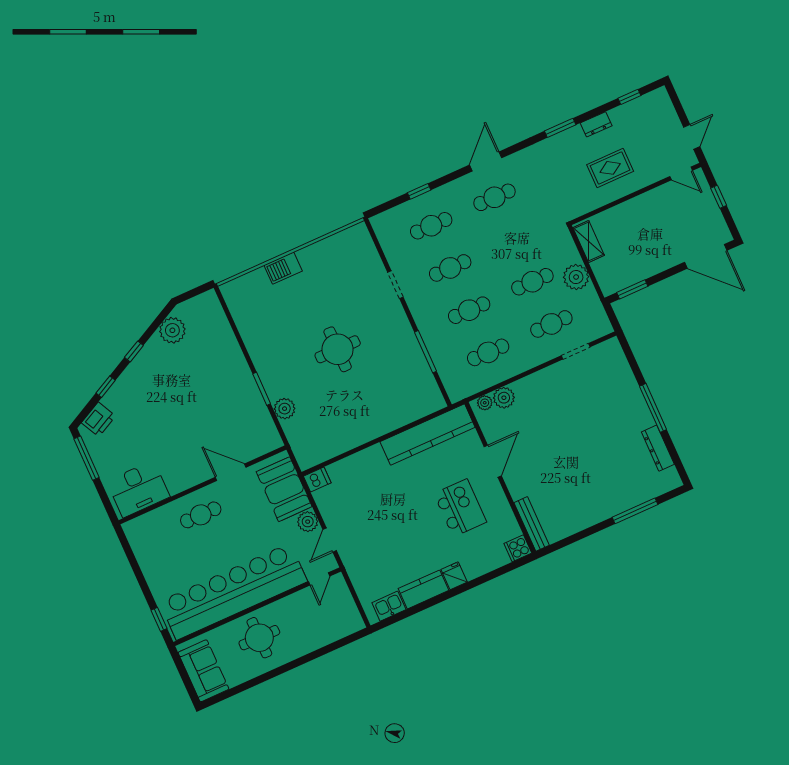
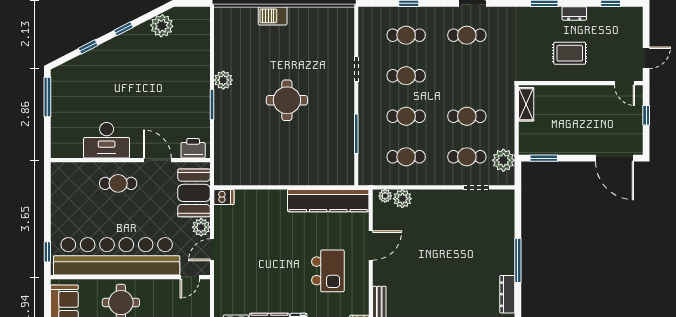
plant: (576, 277) -> (503, 160), moved
plant: (285, 409) -> (223, 80), moved
printer: (99, 419) -> (193, 148), moved, turned -153
desk: (138, 489) -> (107, 140), moved

